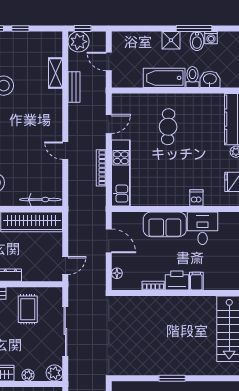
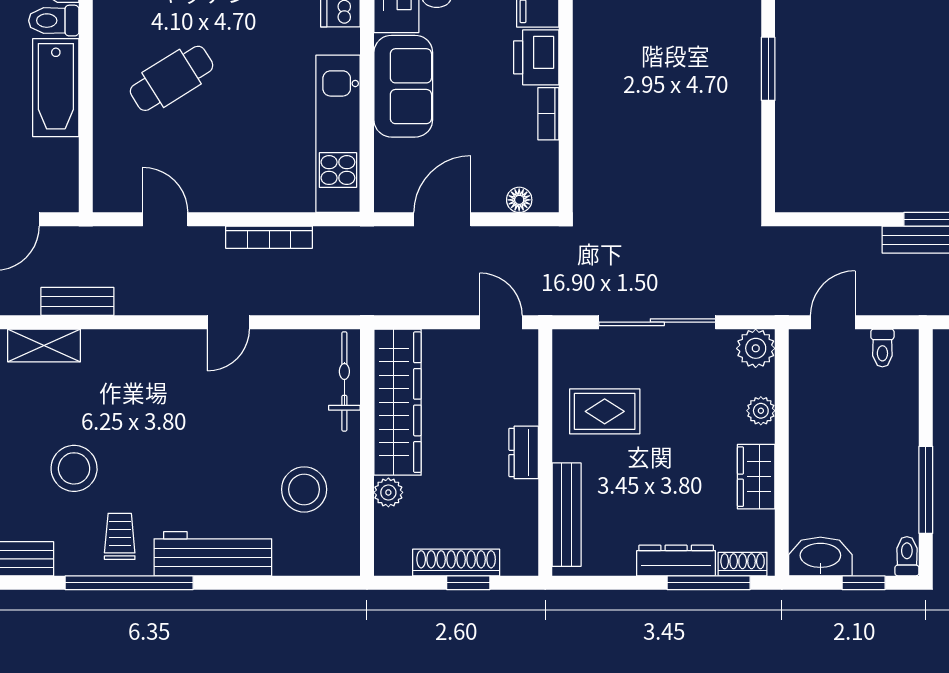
cafe table: (168, 127) -> (172, 78), turned -34
kitchen unit: (121, 173) -> (338, 134), moved, turned -90

